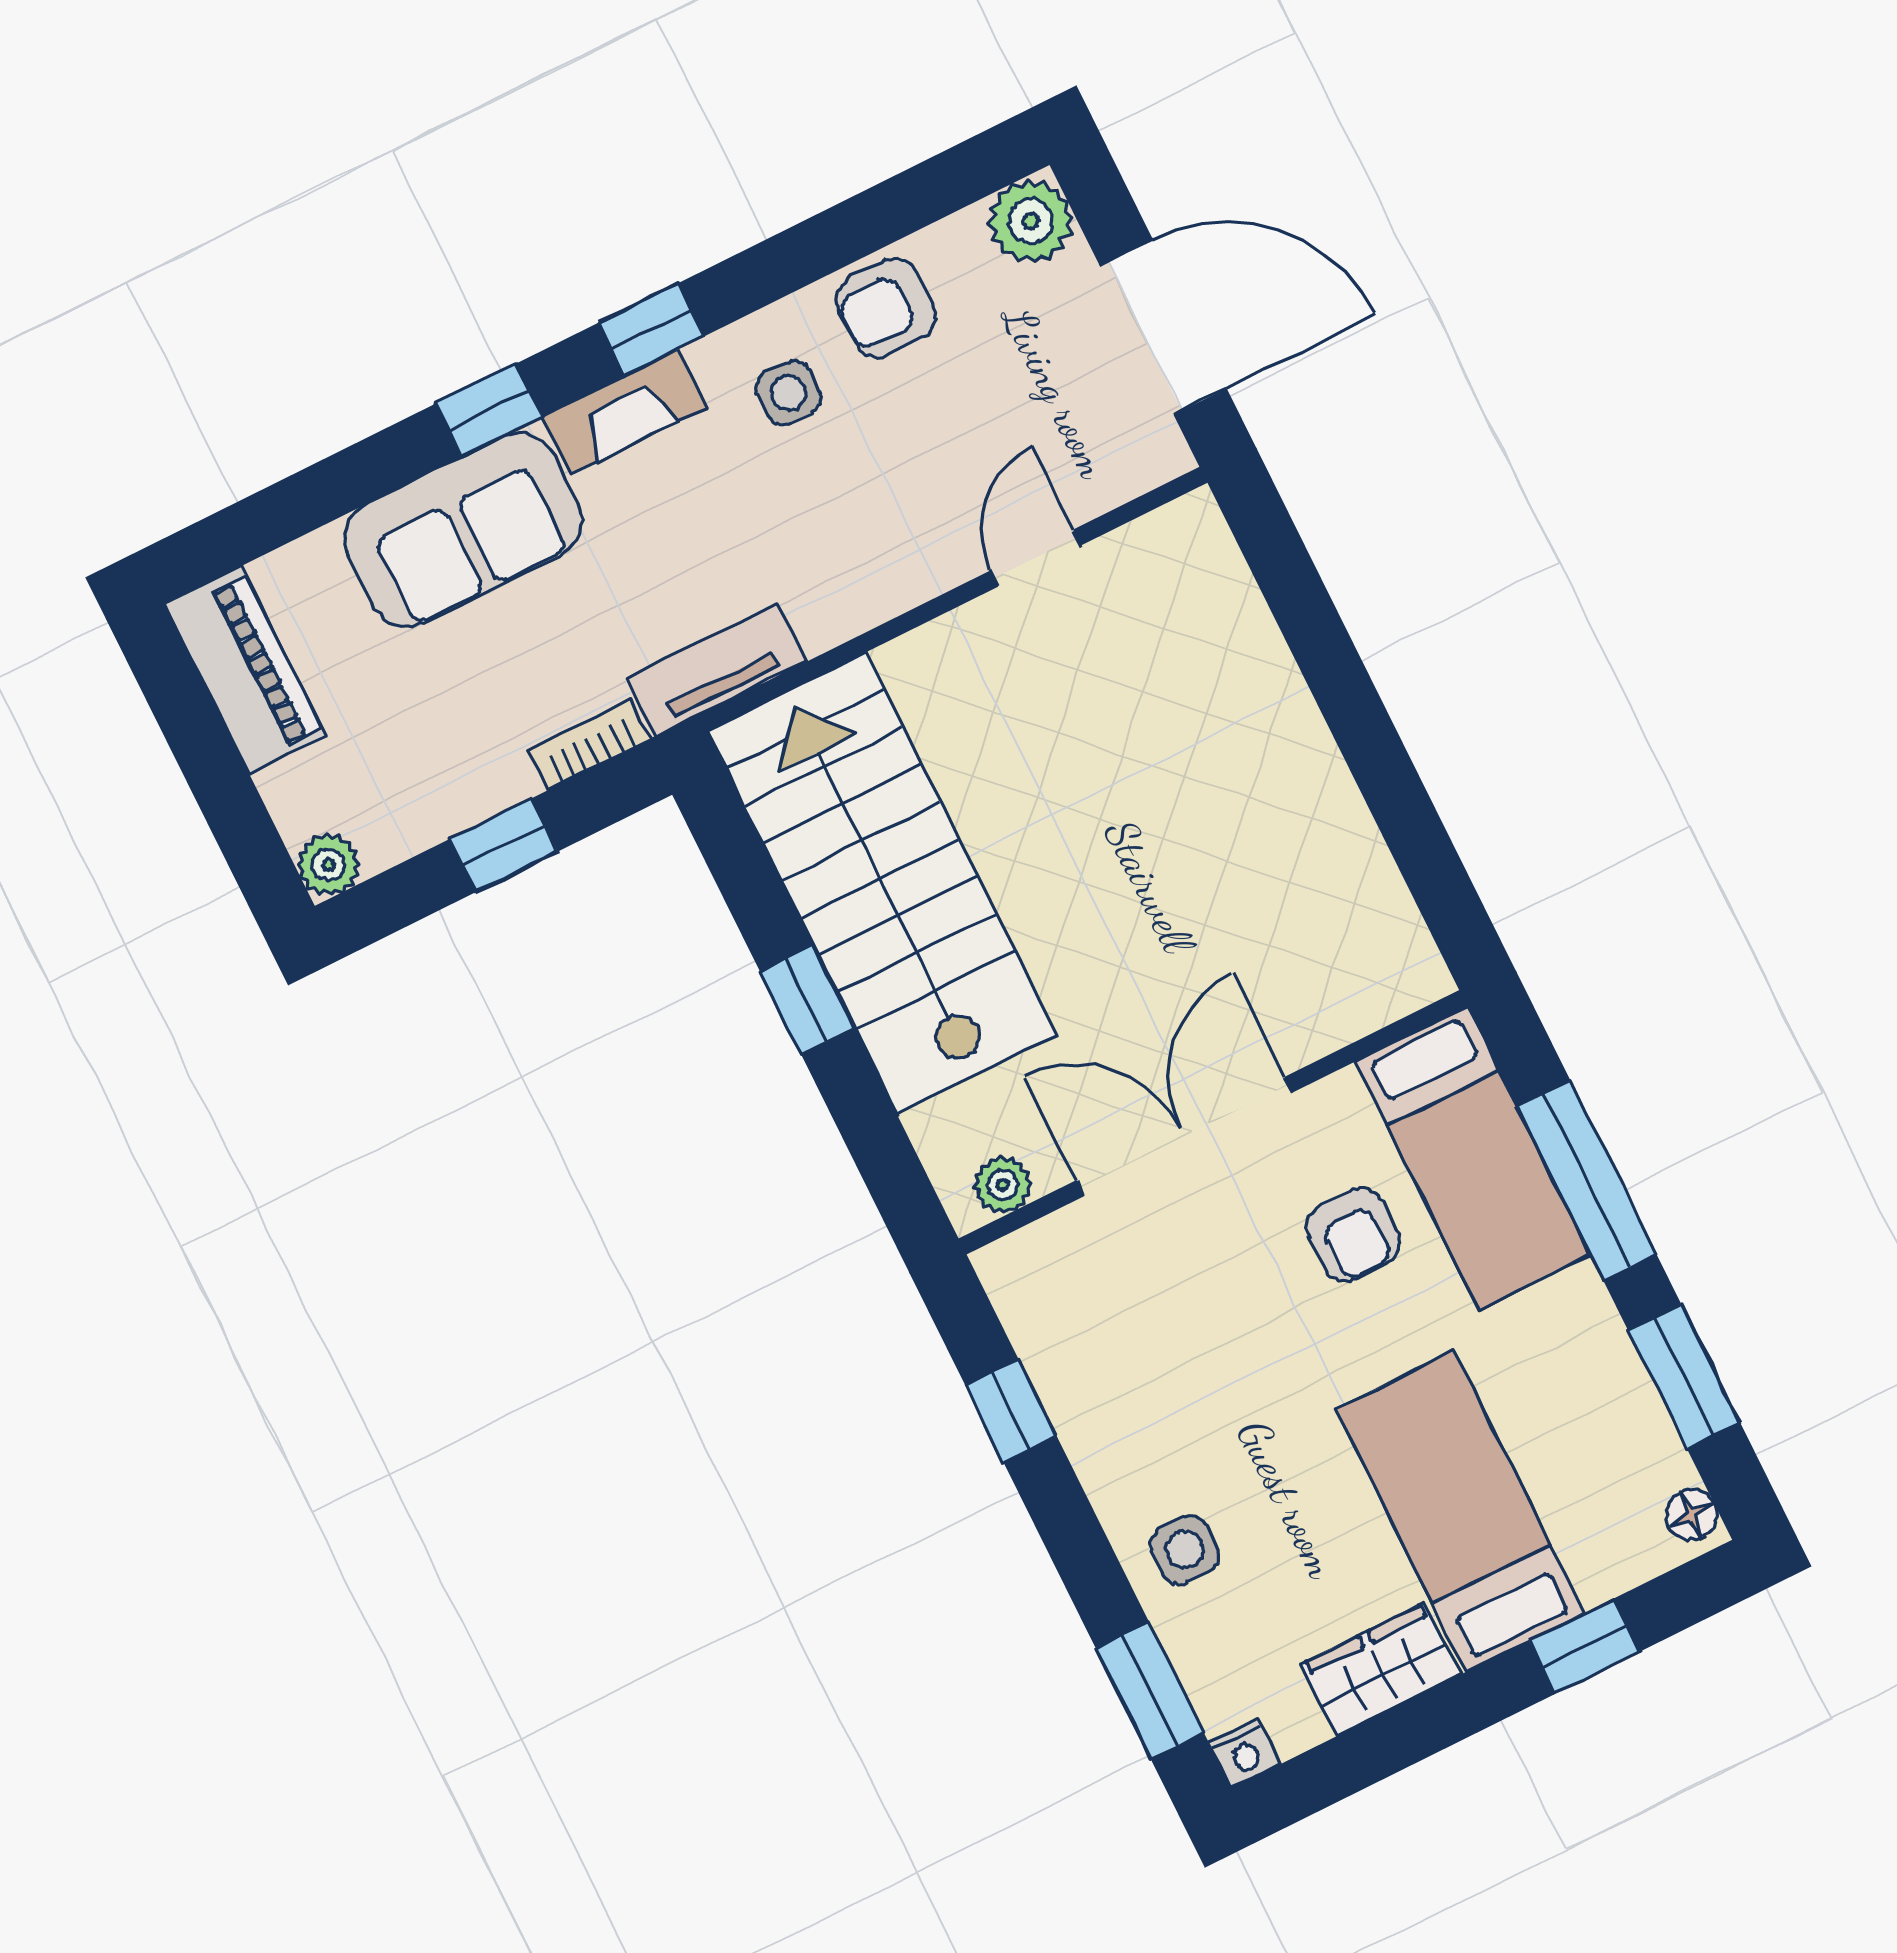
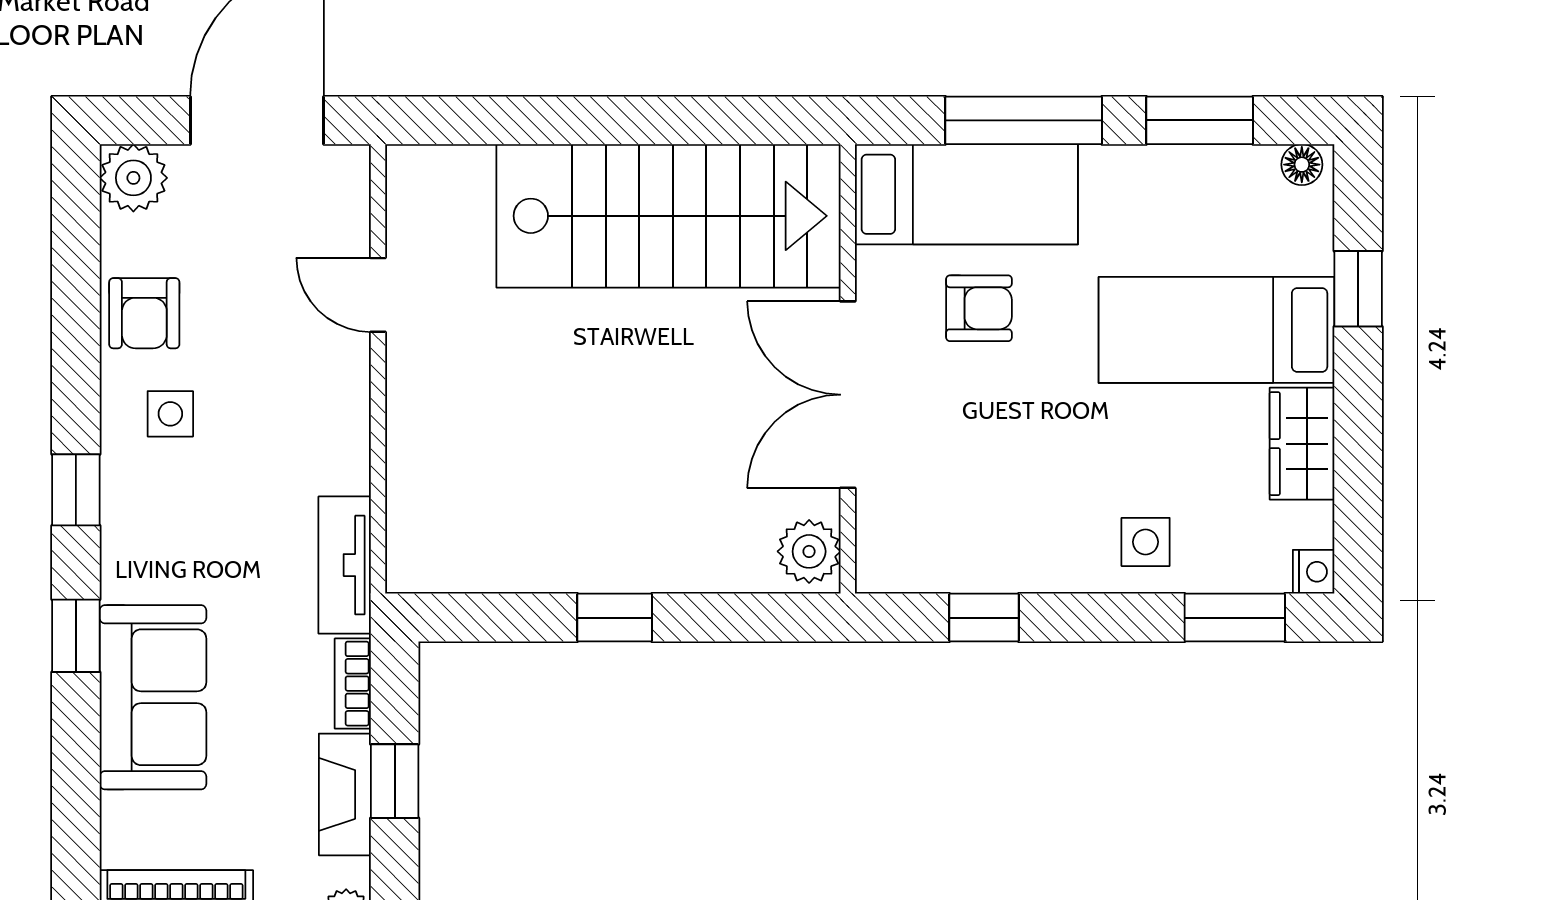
fireplace: (624, 412) -> (345, 794), moved, turned 180
stairs: (882, 883) -> (669, 216), moved, turned 180
plant: (1003, 1185) -> (809, 551), width x1.38, depth x1.38

